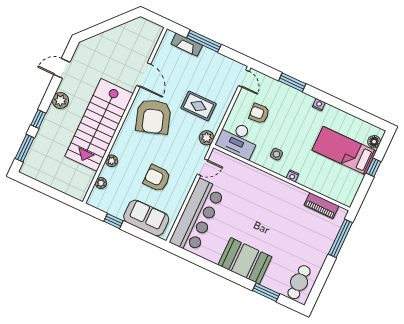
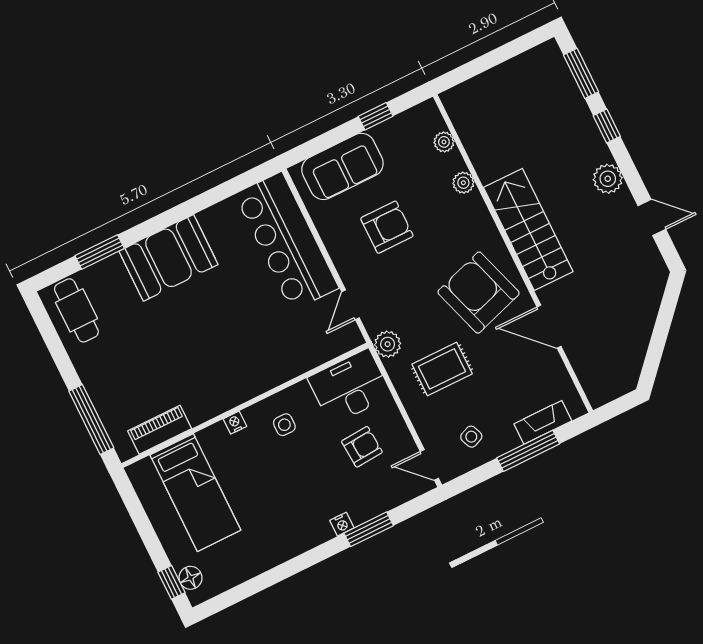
door: (62, 68) -> (652, 218), hinge flipped
side table: (217, 70) -> (471, 437), added
nightstand: (319, 105) -> (342, 524), moved
stairs: (99, 125) -> (528, 230), width x0.73, depth x0.66
bed: (344, 151) -> (195, 493), moved, turned 90
window: (374, 167) -> (171, 582), moved

